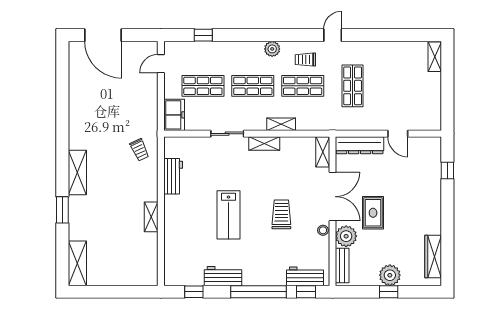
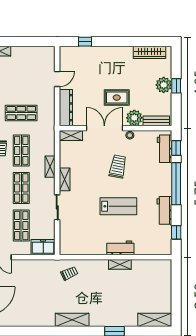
shelving: (77, 173) -> (72, 320), moved
workbench: (173, 176) -> (120, 248), moved
trolley: (281, 214) -> (118, 166), turned 101

